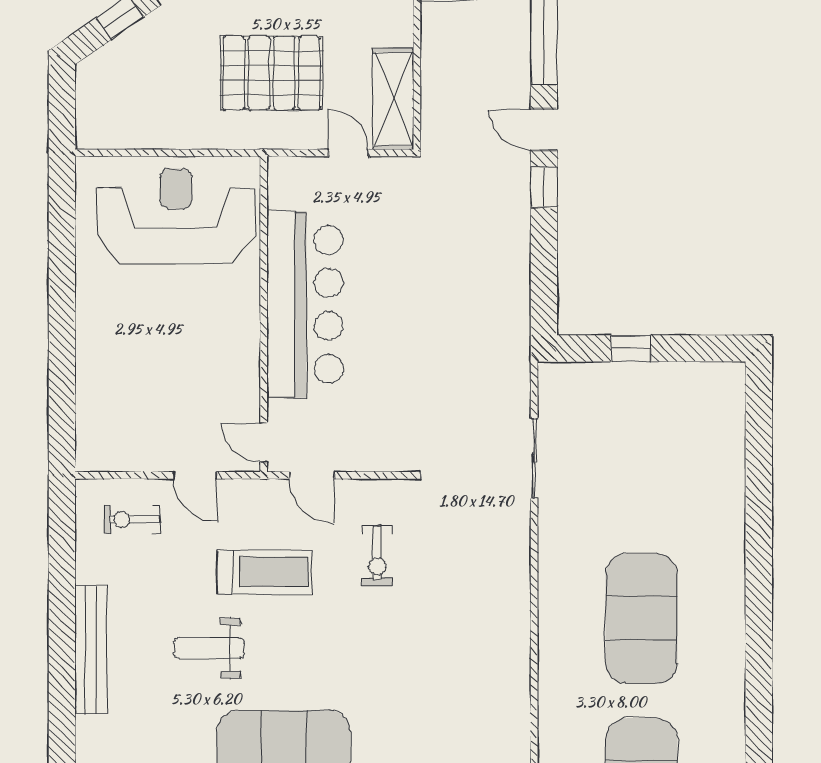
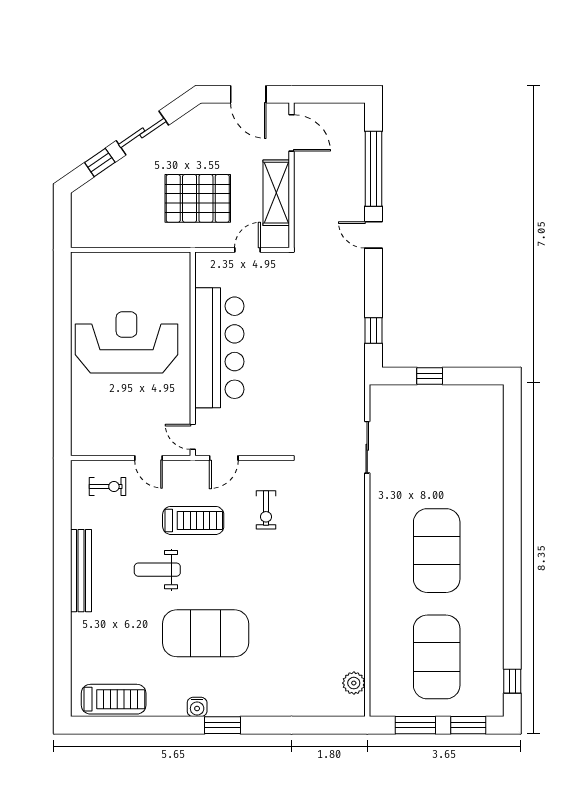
shelving: (393, 99) -> (276, 193), moved
door: (348, 153) -> (247, 250), hinge flipped
window: (544, 187) -> (374, 331), moved
reception desk: (176, 216) -> (126, 342), moved
door: (312, 475) -> (224, 458), hinge flipped
exercise bike: (132, 519) -> (107, 487), turned 180

